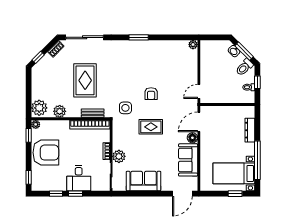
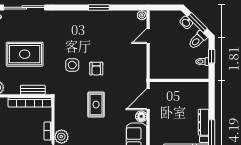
window: (139, 37) -> (99, 7), moved
rug: (85, 80) -> (25, 54), turned 90
door: (199, 91) -> (148, 36), moved
side table: (125, 108) -> (72, 65), moved
rug: (151, 127) -> (96, 105), turned 90
dresser: (250, 130) -> (203, 122), moved

